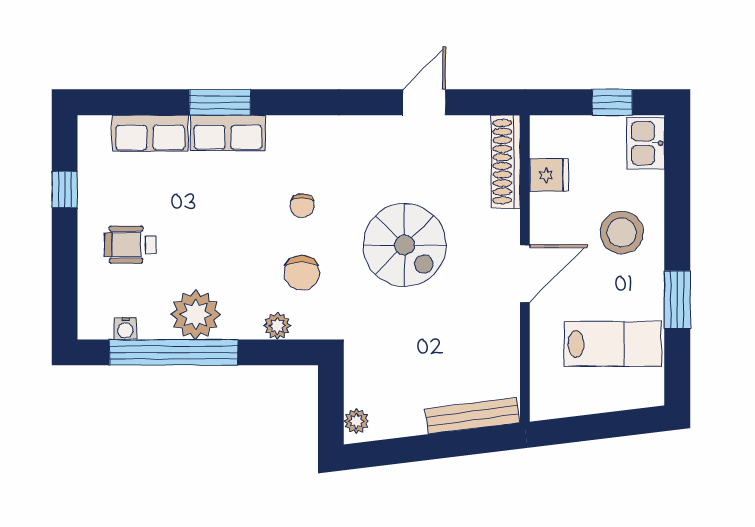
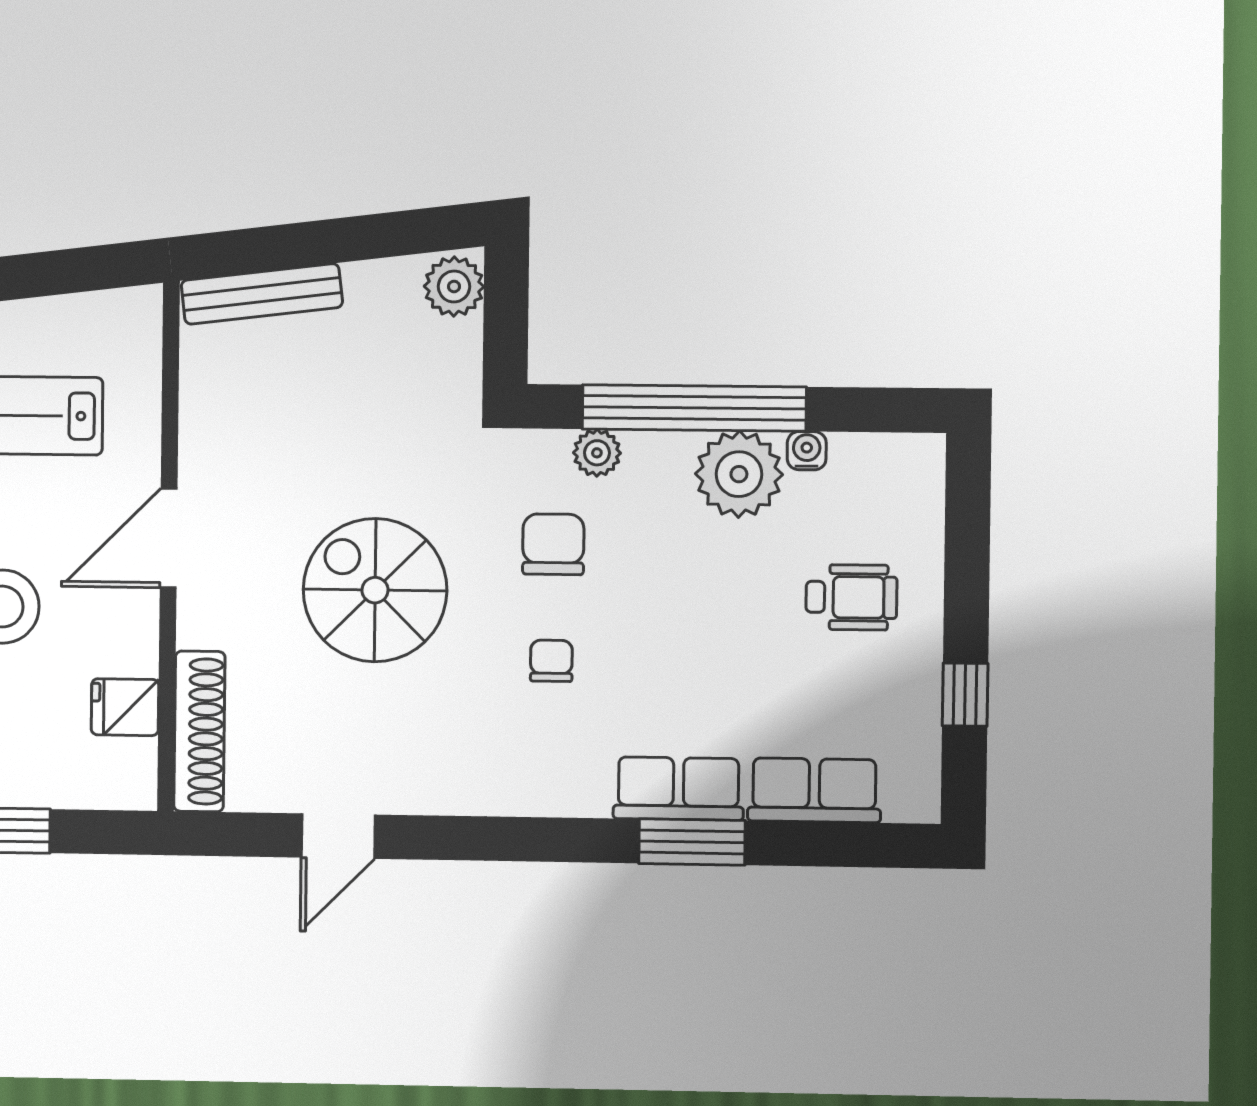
water cooler: (125, 329) -> (807, 451), moved
window: (173, 352) -> (694, 408), moved
plant: (356, 421) -> (454, 286), width x1.38, depth x1.38

